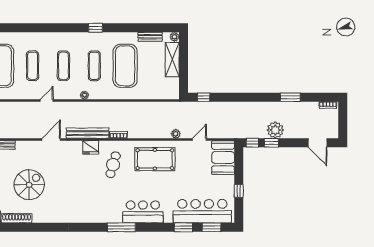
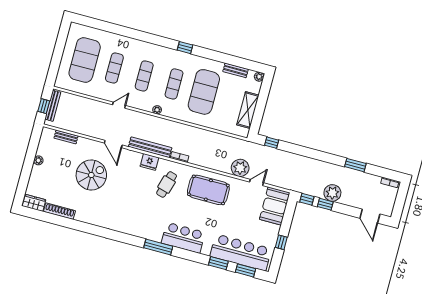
shelving: (172, 60) -> (248, 110), moved
plant: (176, 134) -> (240, 168), width x1.88, depth x1.88
door: (51, 139) -> (113, 144), swing flipped
spiral stairs: (29, 185) -> (91, 175), moved

